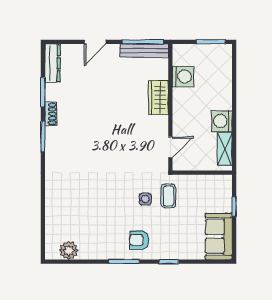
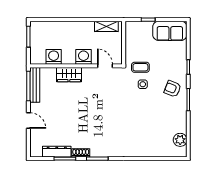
dresser: (52, 63) -> (57, 152), moved
washing machine: (222, 121) -> (83, 57), moved, turned 180
armchair: (139, 240) -> (172, 89), turned 111

